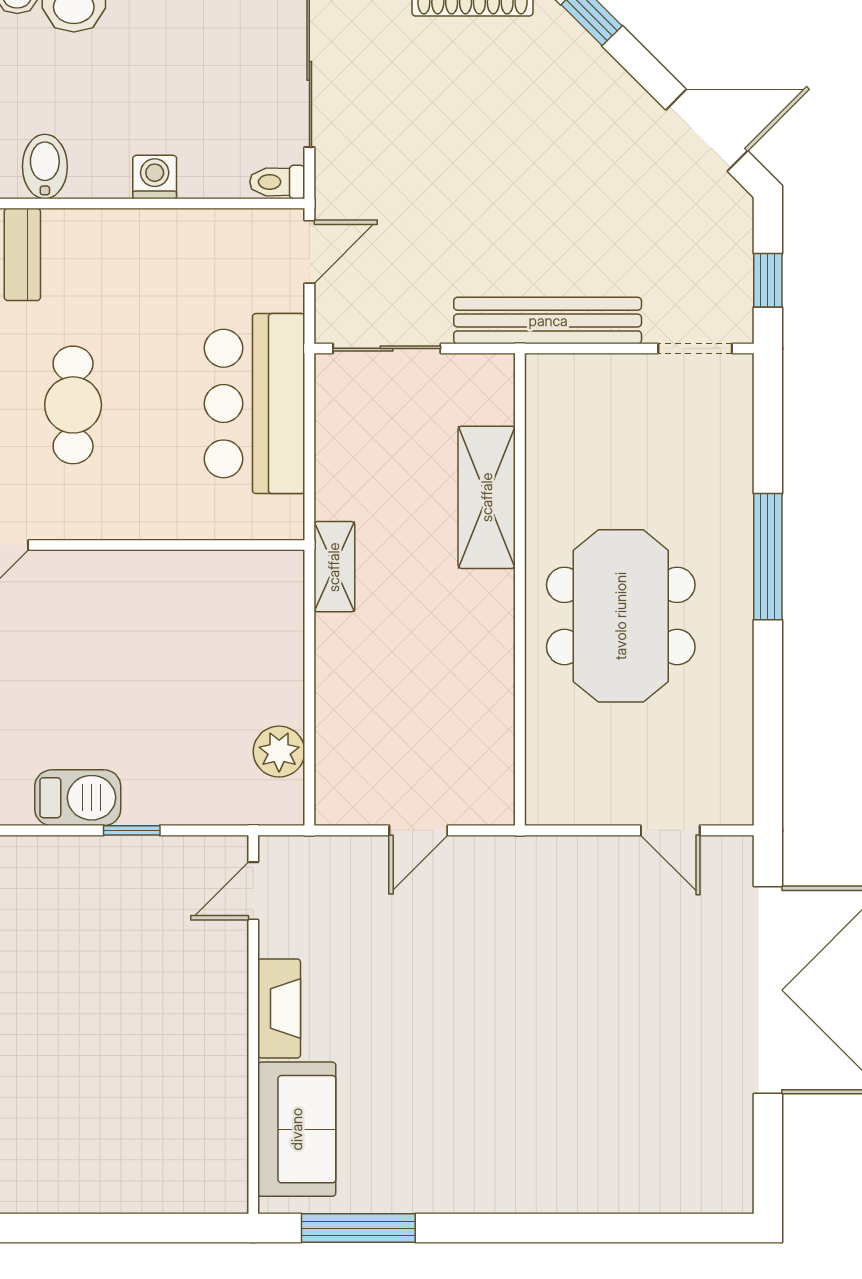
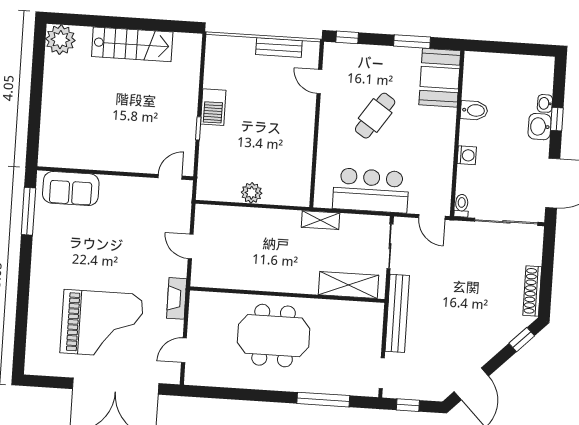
cafe table: (73, 405) -> (375, 116), turned -56
shelving: (487, 497) -> (349, 285), moved
window: (768, 557) -> (323, 400), moved
shelving: (334, 567) -> (320, 220), moved
plant: (279, 752) -> (252, 193), moved
door: (253, 891) -> (170, 177), hinge flipped
fireplace: (279, 1008) -> (177, 298), moved, turned 90
grand piano: (619, 1033) -> (102, 324), added

